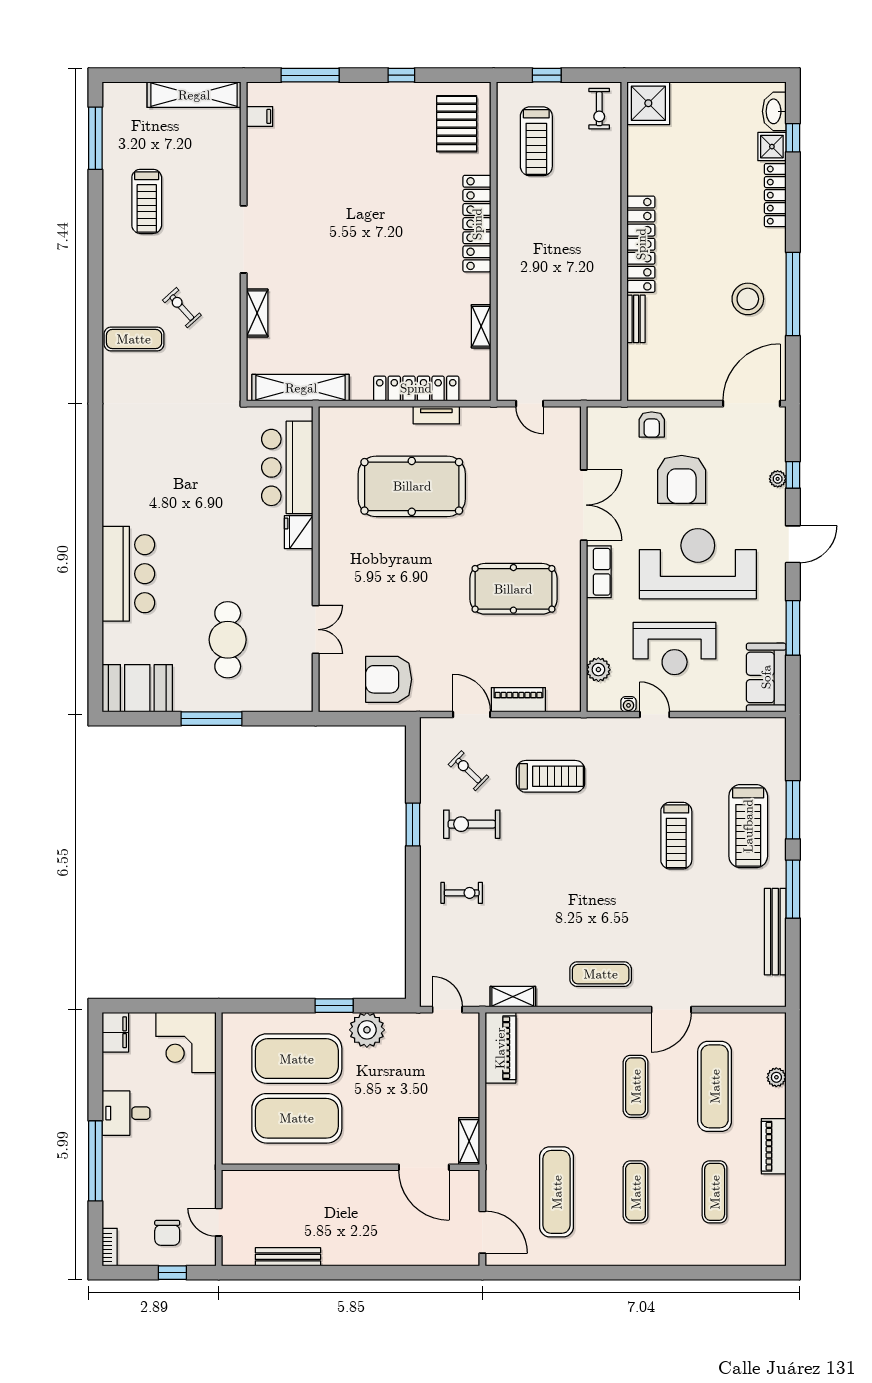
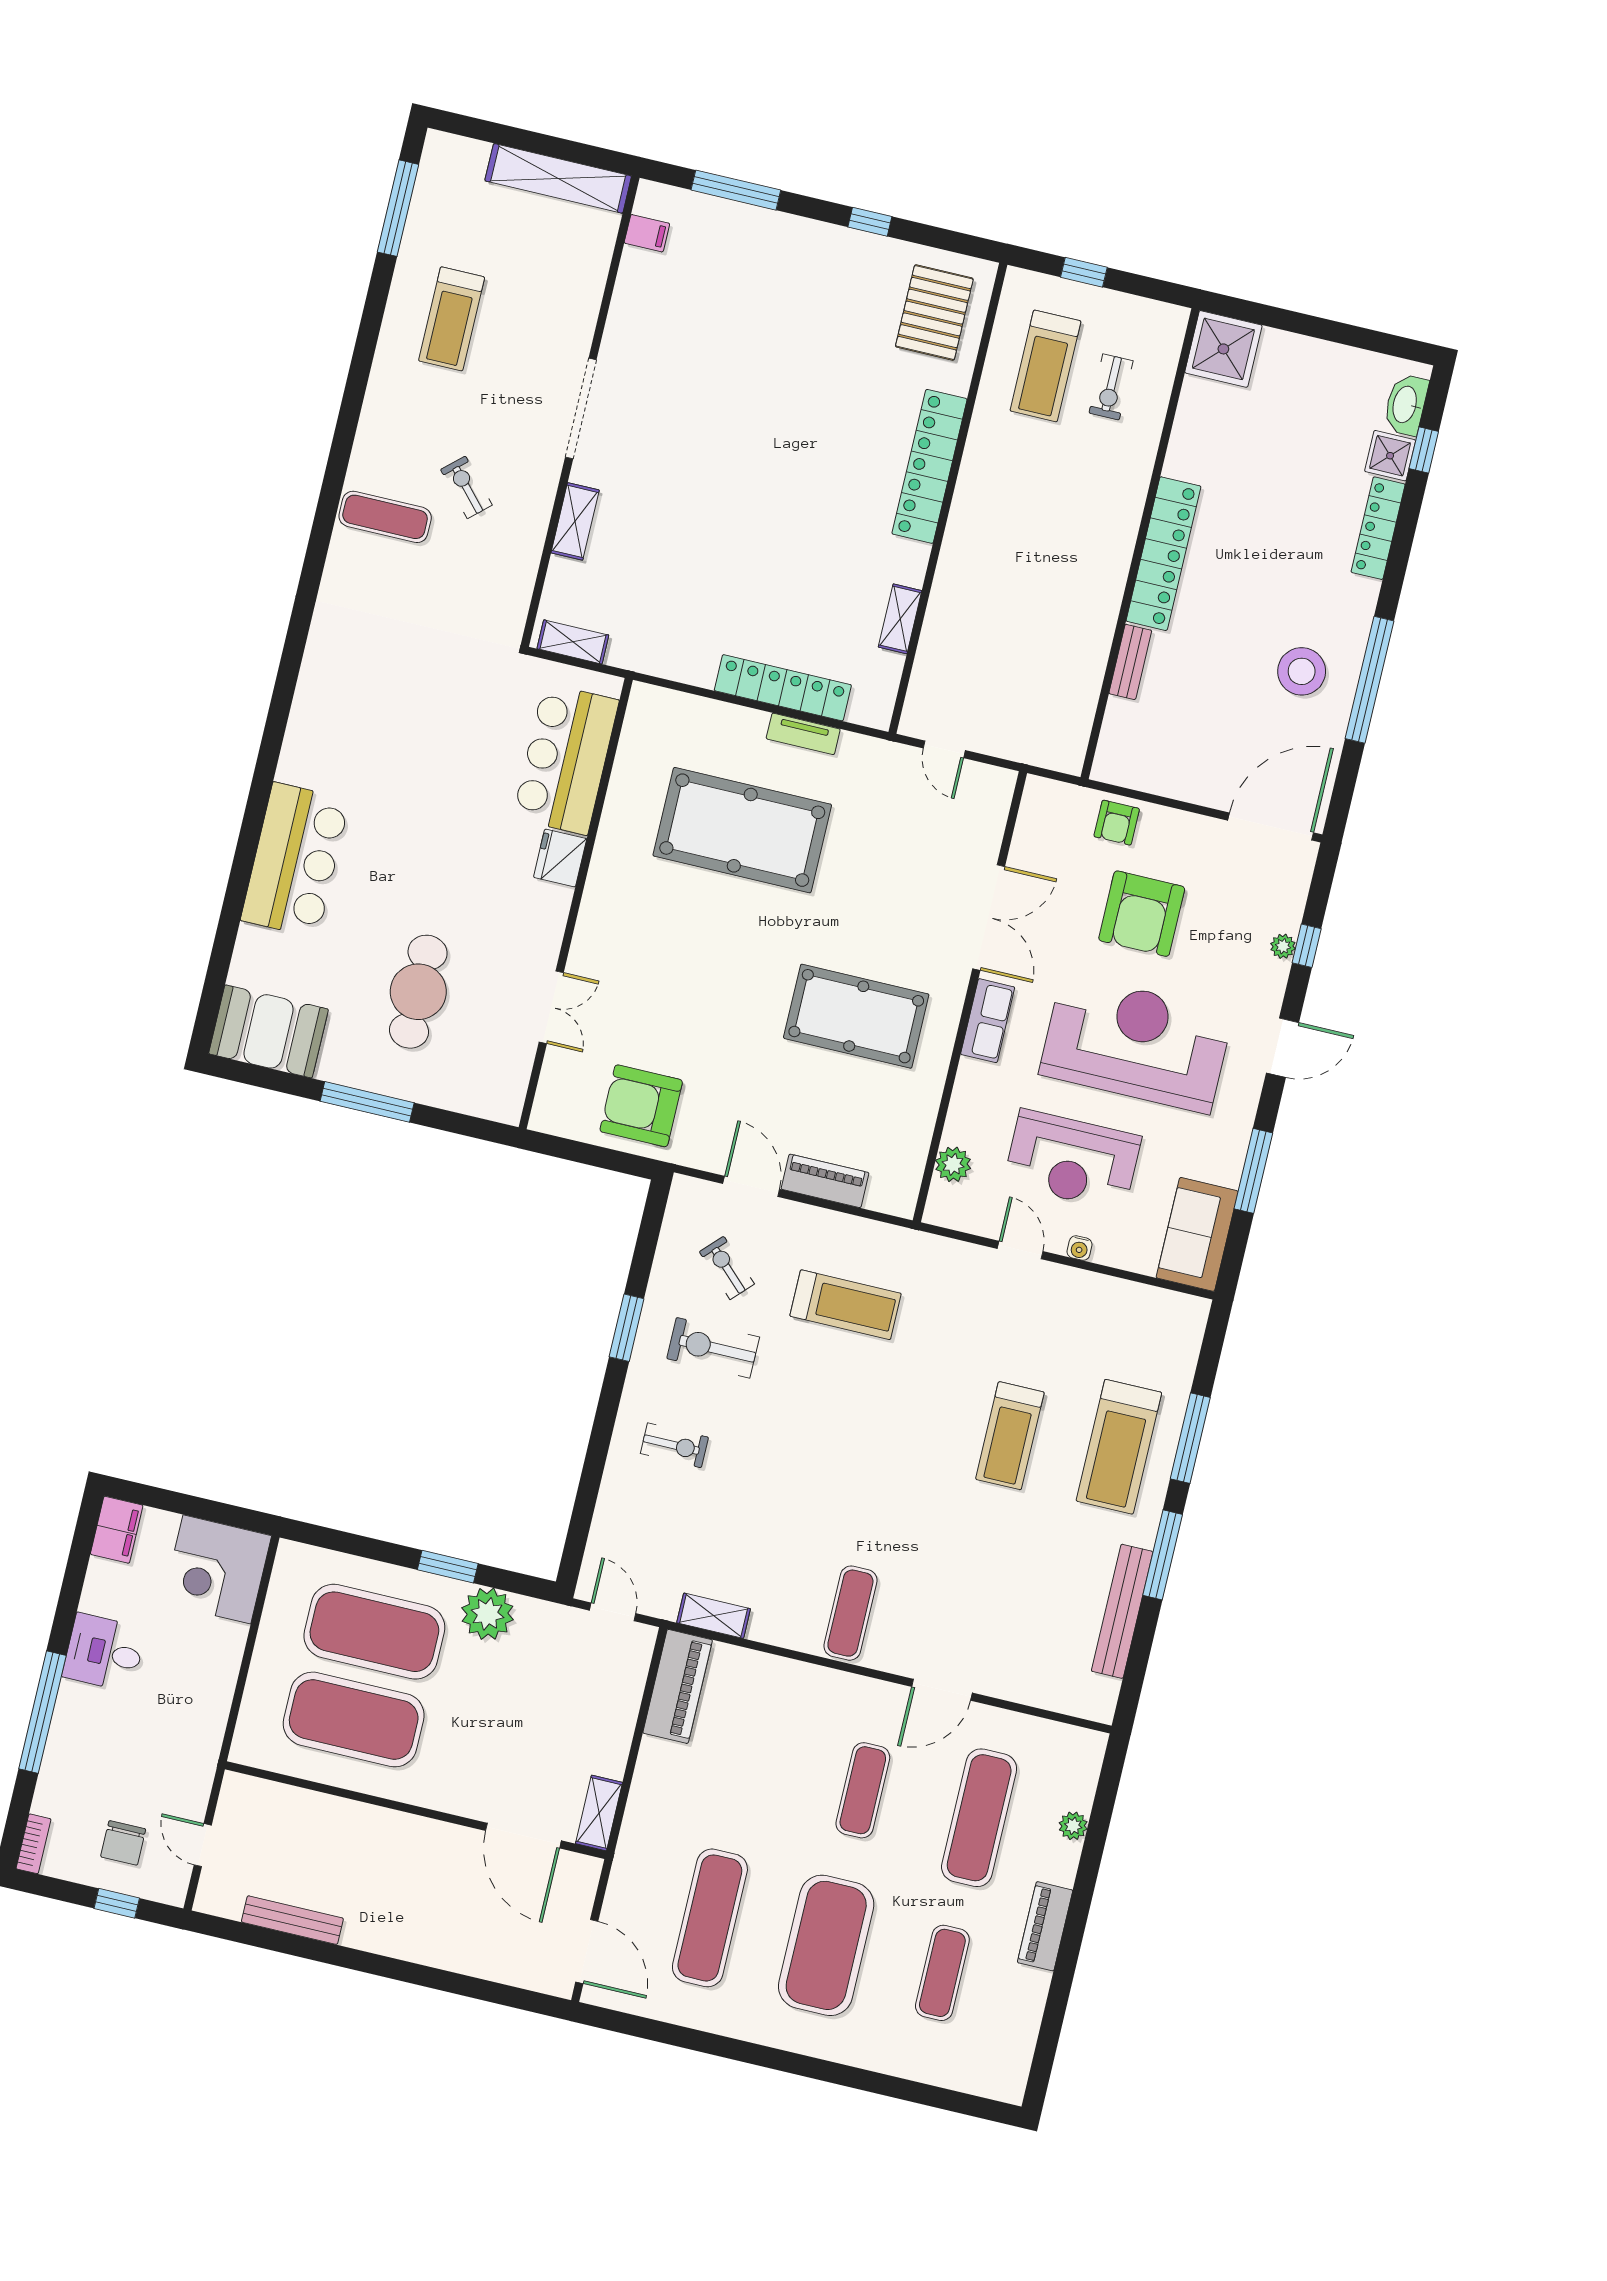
exercise bike: (599, 109) -> (1111, 387), moved
shelving: (301, 388) -> (573, 642), width x0.45, depth x0.75
water cooler: (629, 704) -> (1079, 1248), moved
exercise mat: (601, 974) -> (850, 1613), turned 90
exercise mat: (636, 1192) -> (826, 1945), width x2.00, depth x1.45

